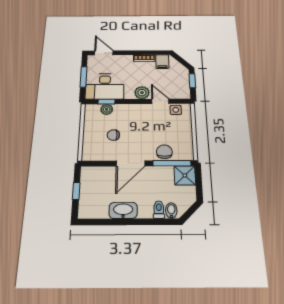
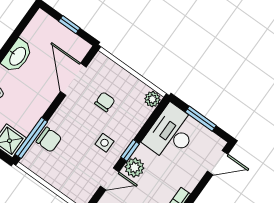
window: (106, 102) -> (130, 150), moved
plant: (107, 109) -> (152, 99), moved
side table: (176, 110) -> (105, 143), moved
door: (131, 163) -> (73, 79), moved

